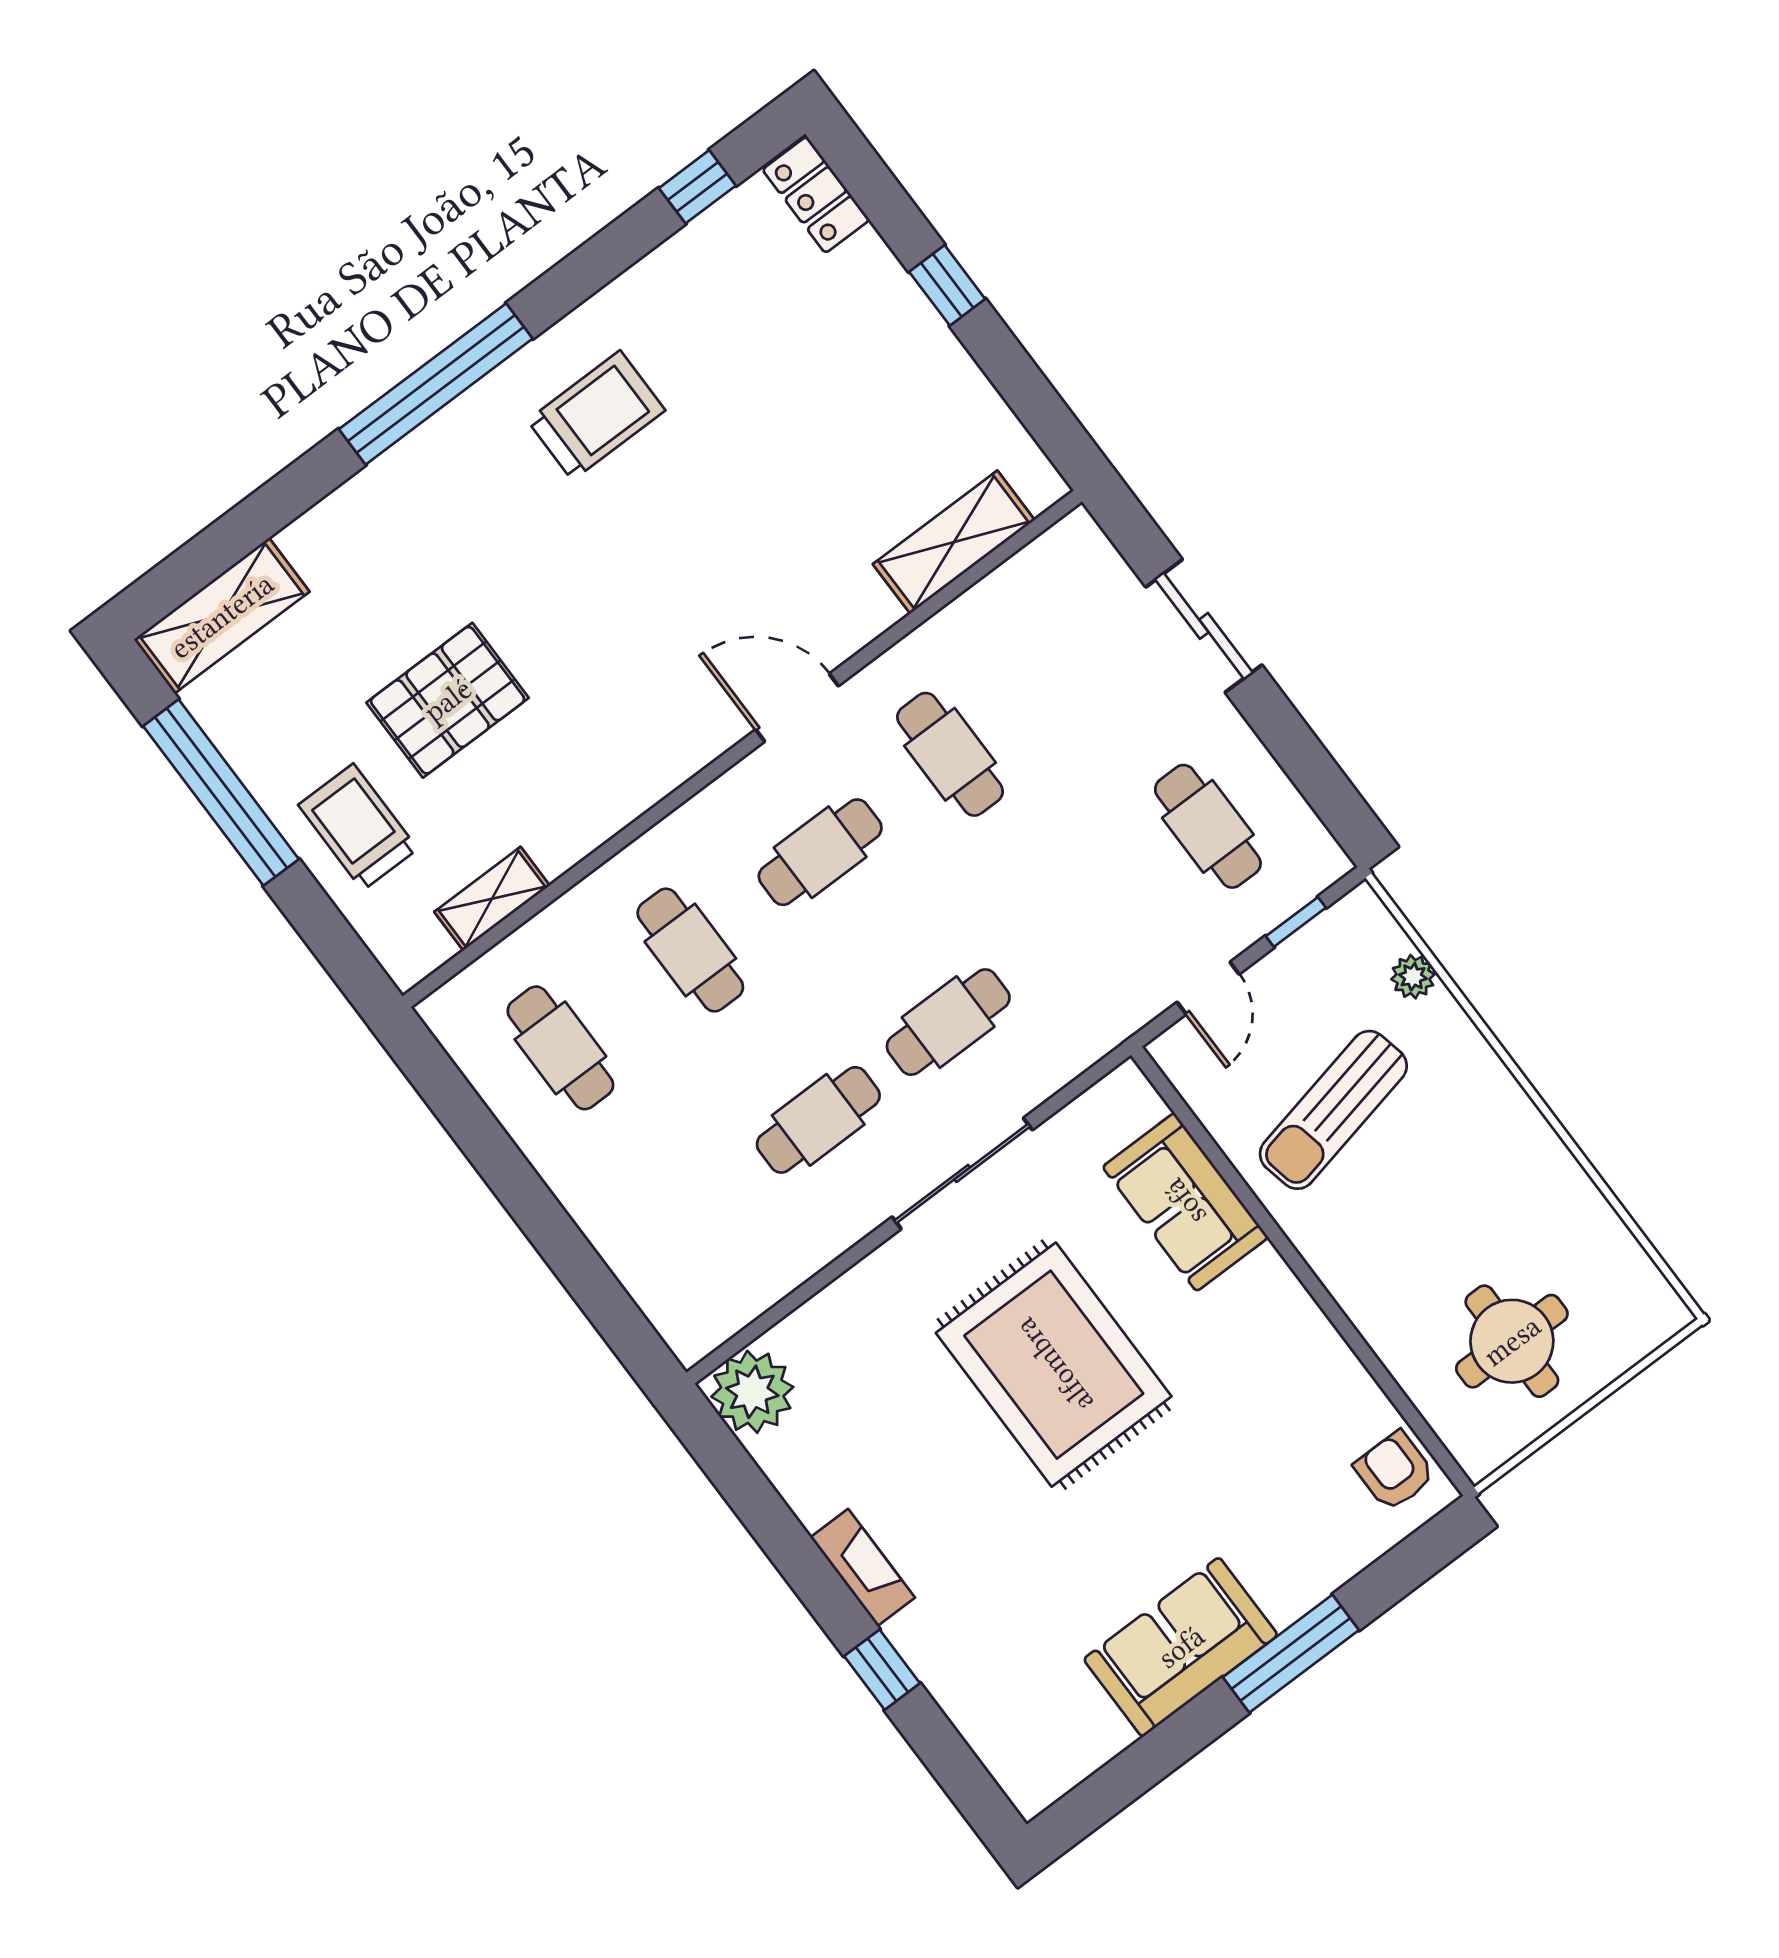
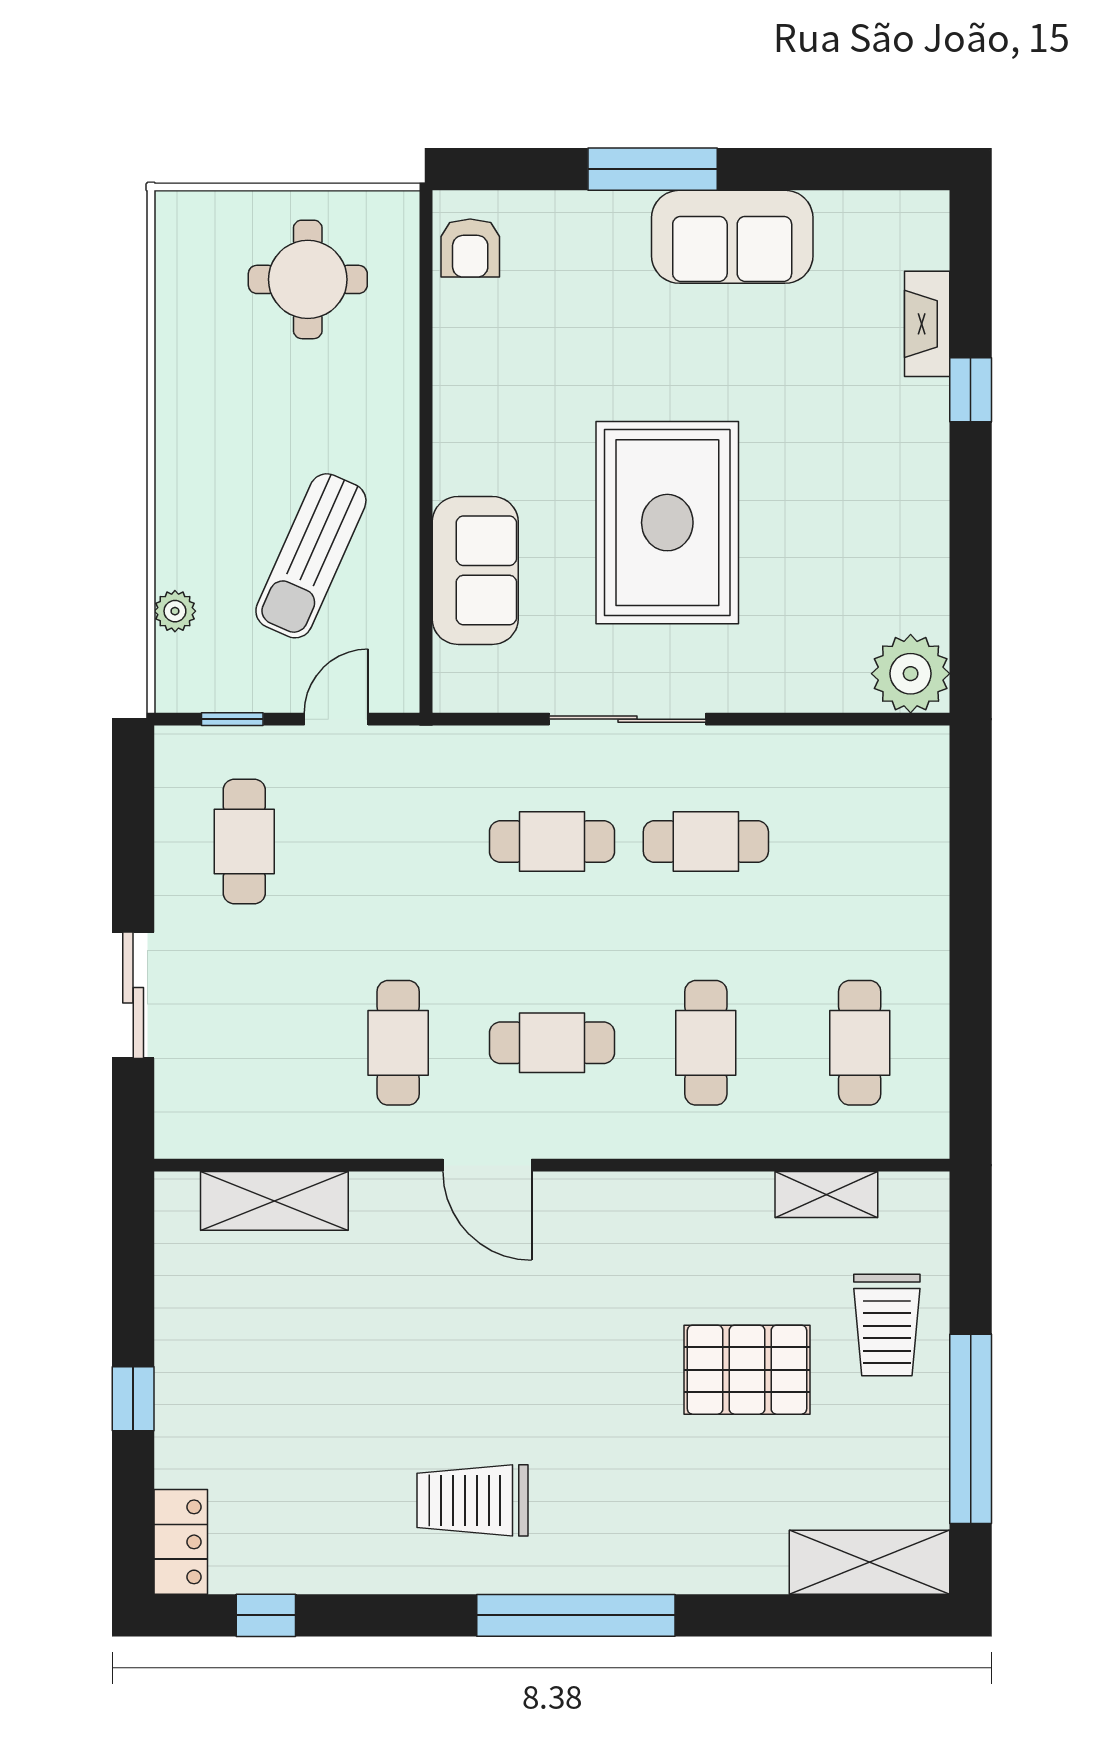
sun lounger: (1333, 1110) -> (311, 556), turned 126
fireplace: (863, 1568) -> (927, 324), moved

